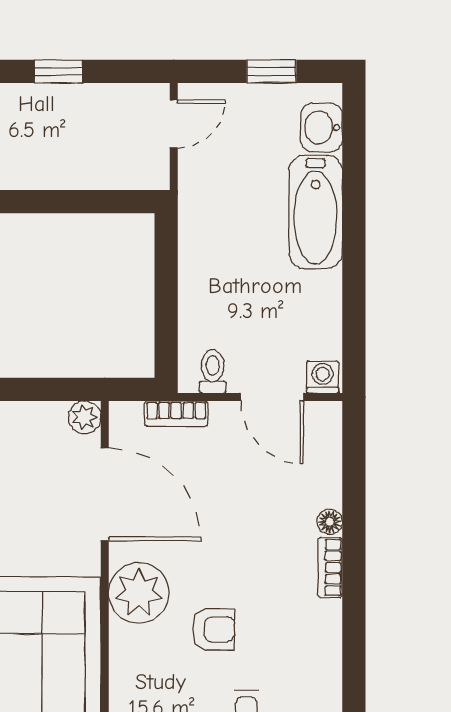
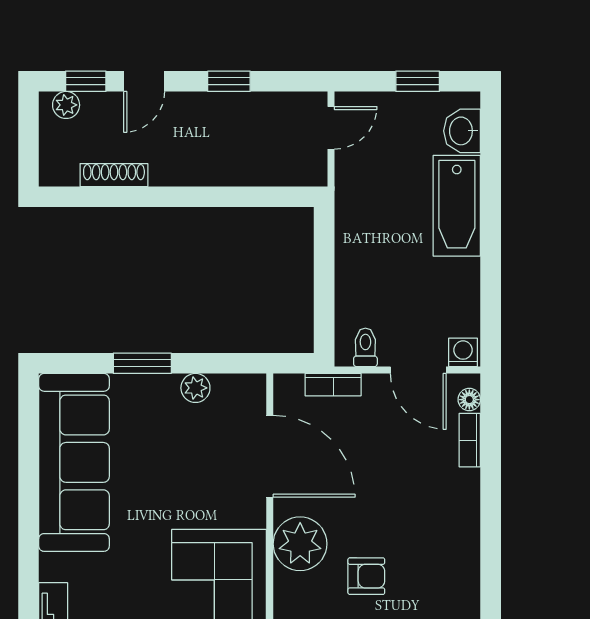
plant: (85, 417) -> (195, 388), moved
floor lamp: (330, 522) -> (469, 400), moved
bookcase: (330, 568) -> (470, 440), moved

